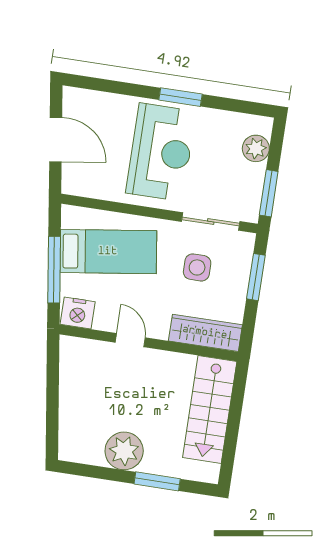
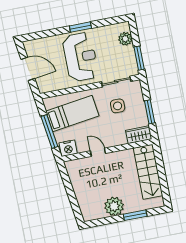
window: (256, 277) -> (150, 112), moved
wardrobe: (205, 333) -> (139, 135), width x0.67

